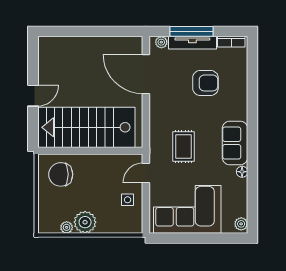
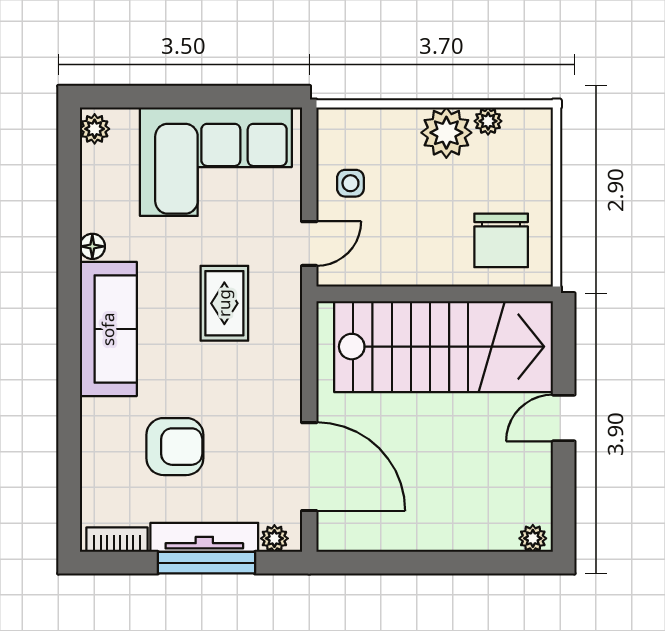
plant: (47, 42) -> (533, 538), added
armchair: (205, 83) -> (175, 447), turned 180
sofa: (235, 143) -> (108, 329), width x1.36
chair: (61, 174) -> (501, 240), turned 90

